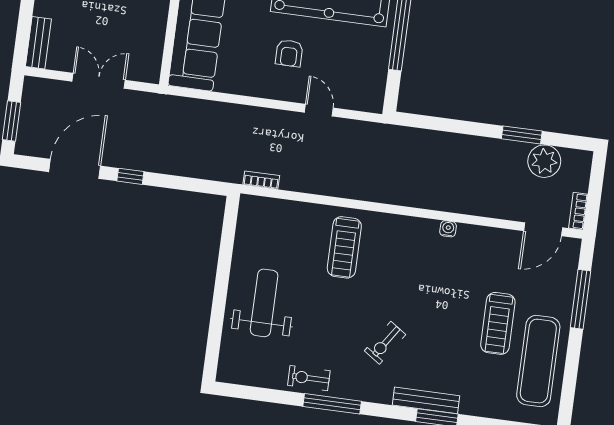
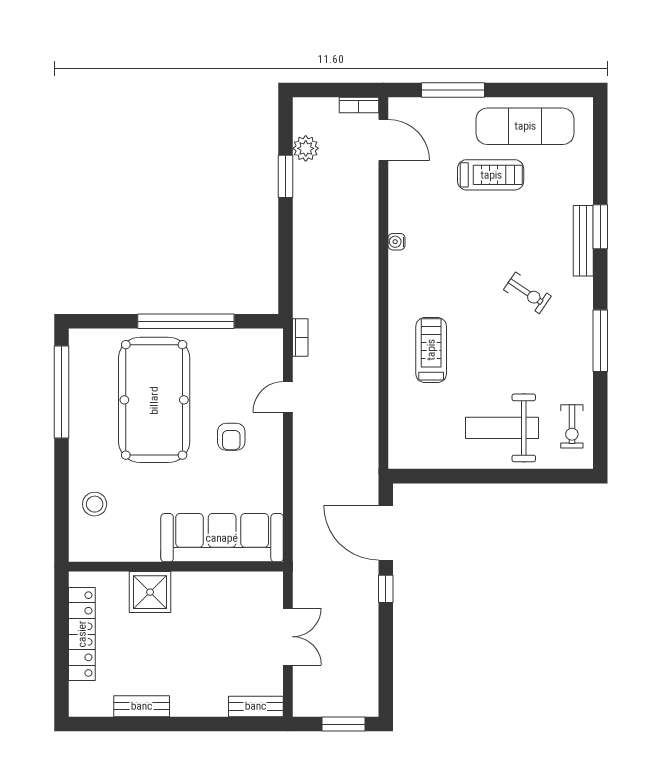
armchair: (289, 53) -> (231, 437), turned 90
double door: (99, 81) -> (288, 637), swing flipped
plant: (544, 161) -> (306, 148), width x0.73, depth x0.73
door: (75, 169) -> (386, 533), moved
bookcase: (261, 180) -> (300, 337), moved, turned 180
treadmill: (344, 247) -> (431, 350), turned -90
exercise bike: (309, 378) -> (572, 426), moved

